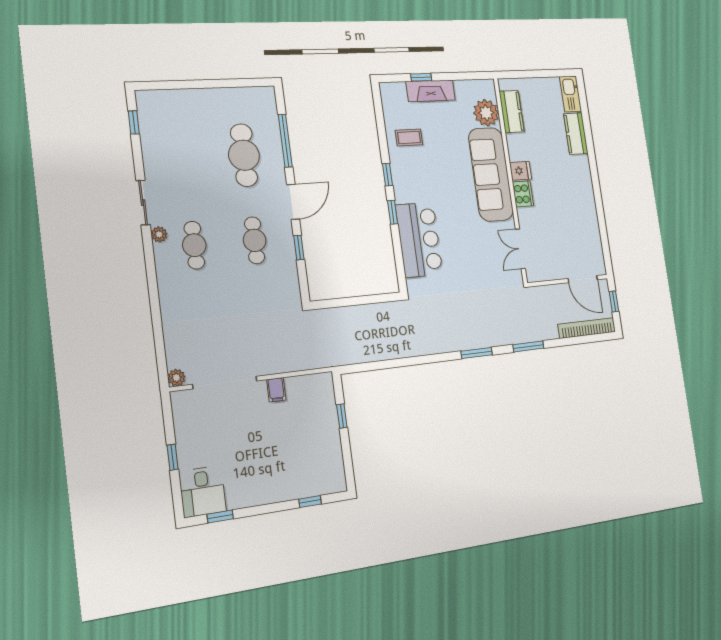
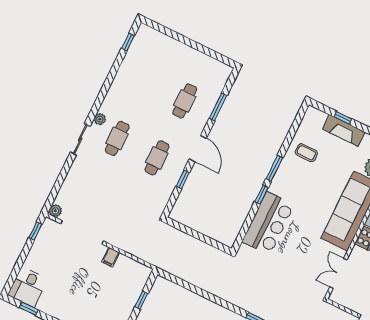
window: (285, 141) -> (218, 107), width x0.69
cafe table: (244, 155) -> (185, 101), width x0.73, depth x0.74
window: (387, 175) -> (274, 168), width x1.50
door: (293, 202) -> (198, 149), hinge flipped
sliding door: (143, 203) -> (80, 139), moved
window: (173, 457) -> (35, 231), moved

